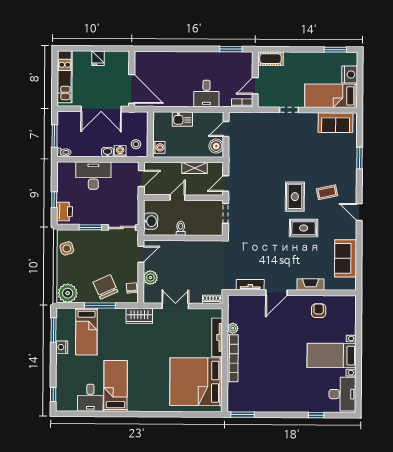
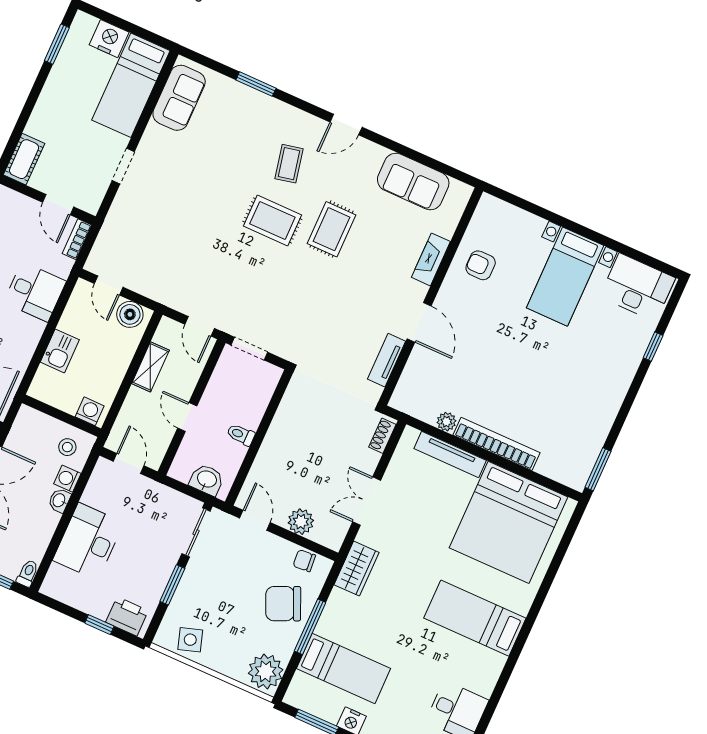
bed: (116, 386) -> (475, 618), moved

